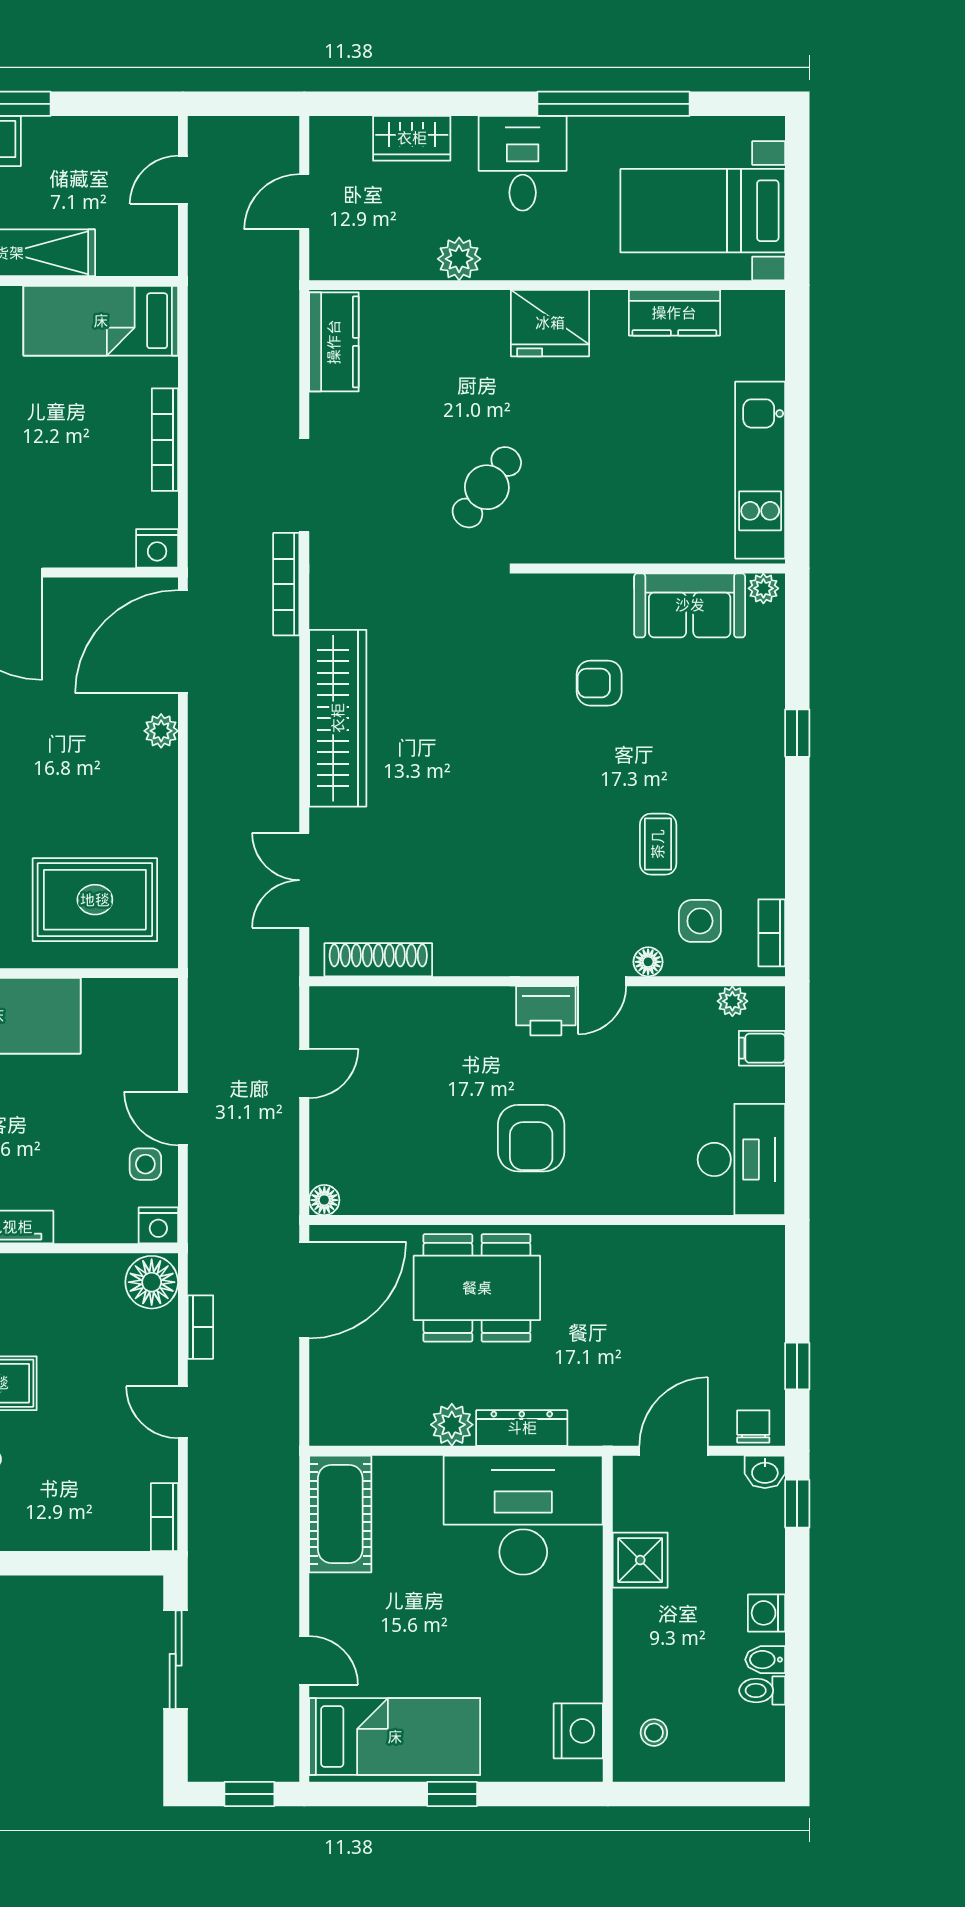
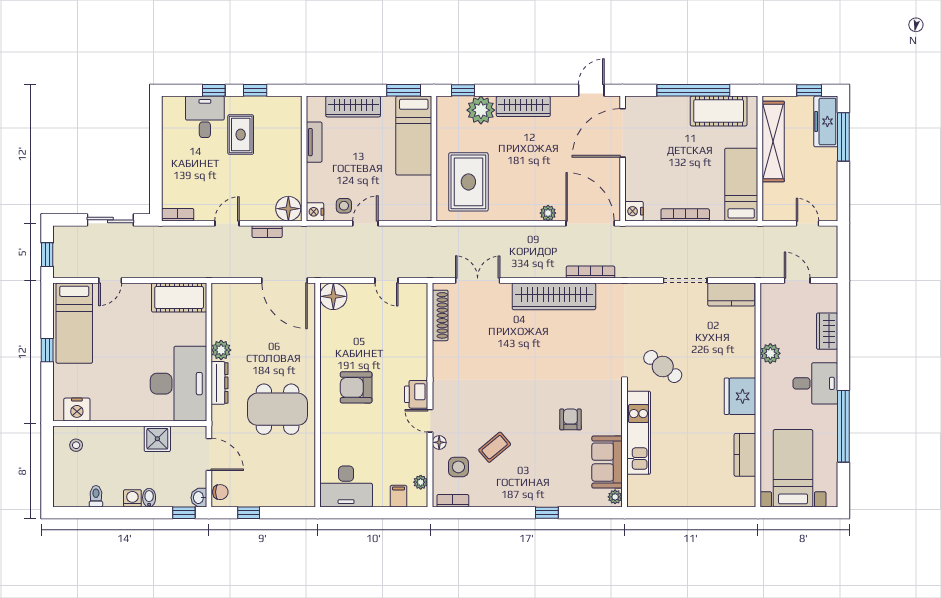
kitchen unit: (760, 470) -> (639, 433), moved, turned 90
doorway: (304, 485) -> (685, 281), moved
bookcase: (286, 584) -> (591, 272), moved
coffee table: (658, 844) -> (495, 447), turned -40
floor lamp: (324, 1200) -> (333, 296), width x1.89, depth x1.89
dining table: (477, 1288) -> (278, 409), moved, turned 90
bidet: (765, 1660) -> (149, 498), moved

